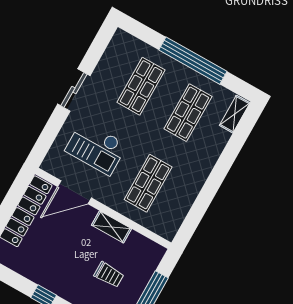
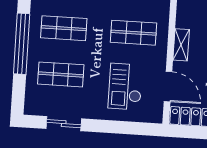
sliding door: (74, 90) -> (64, 124), moved
checkout: (96, 148) -> (125, 87), turned 180

